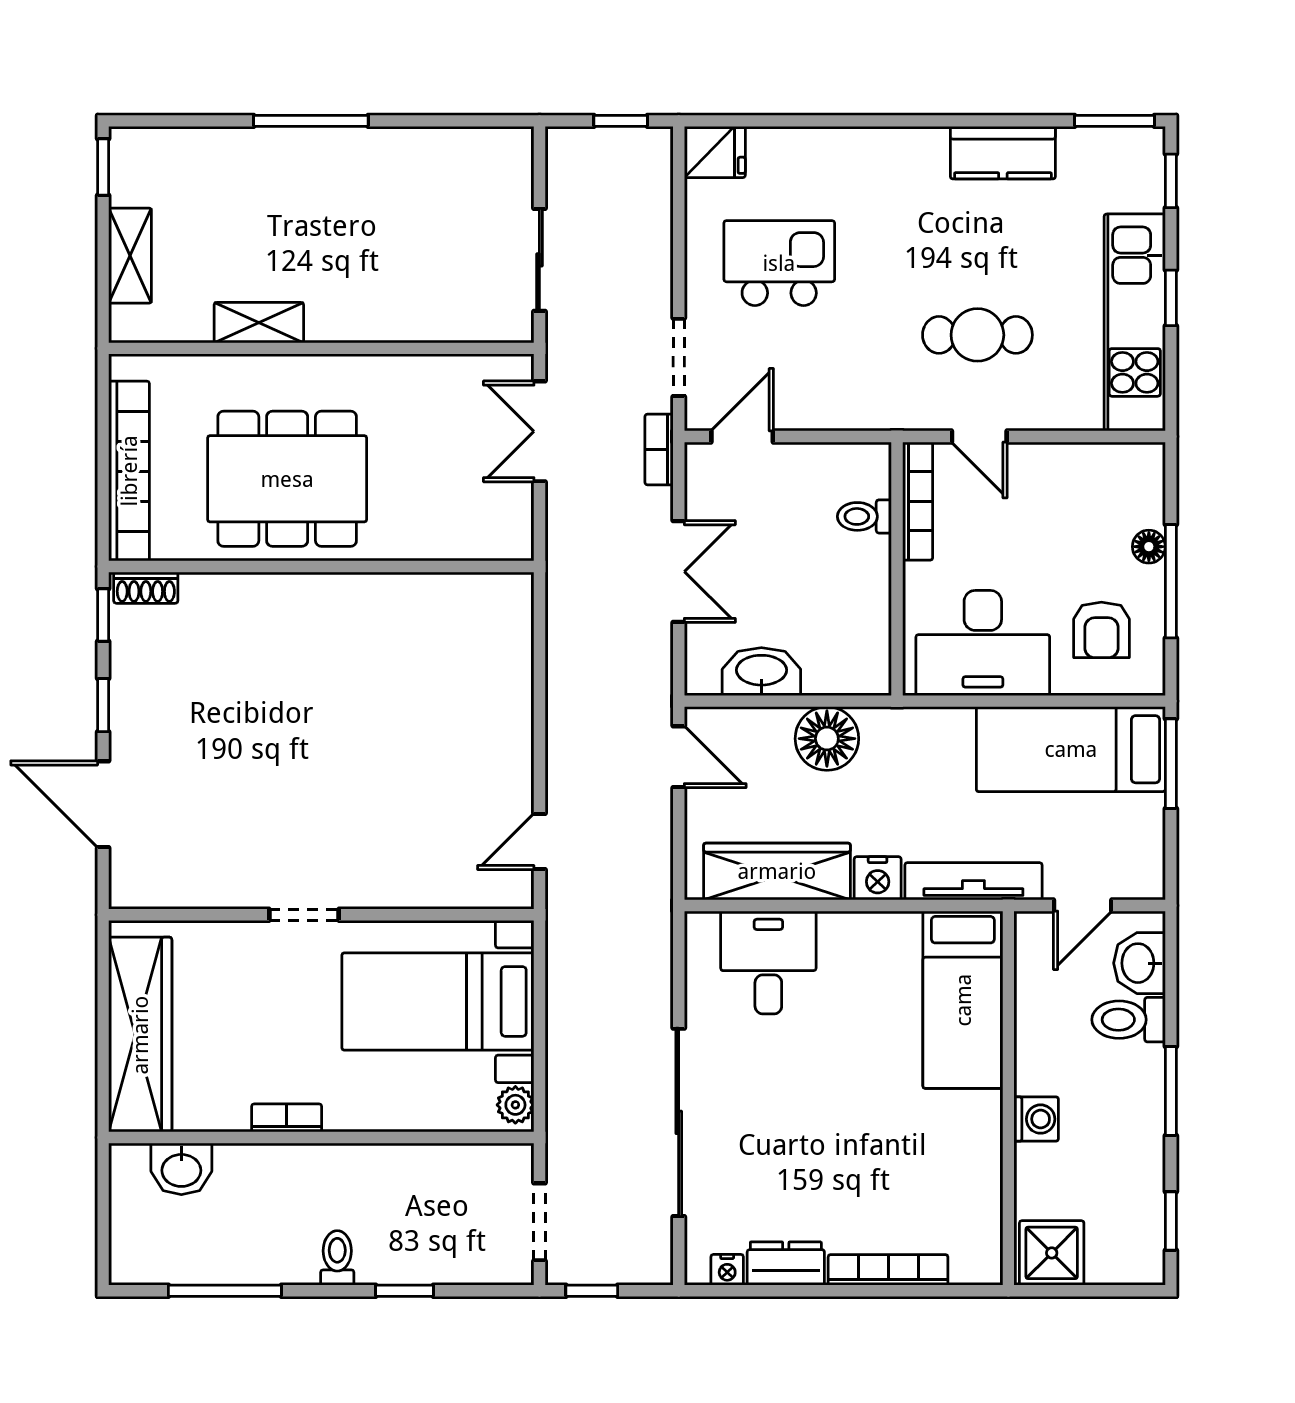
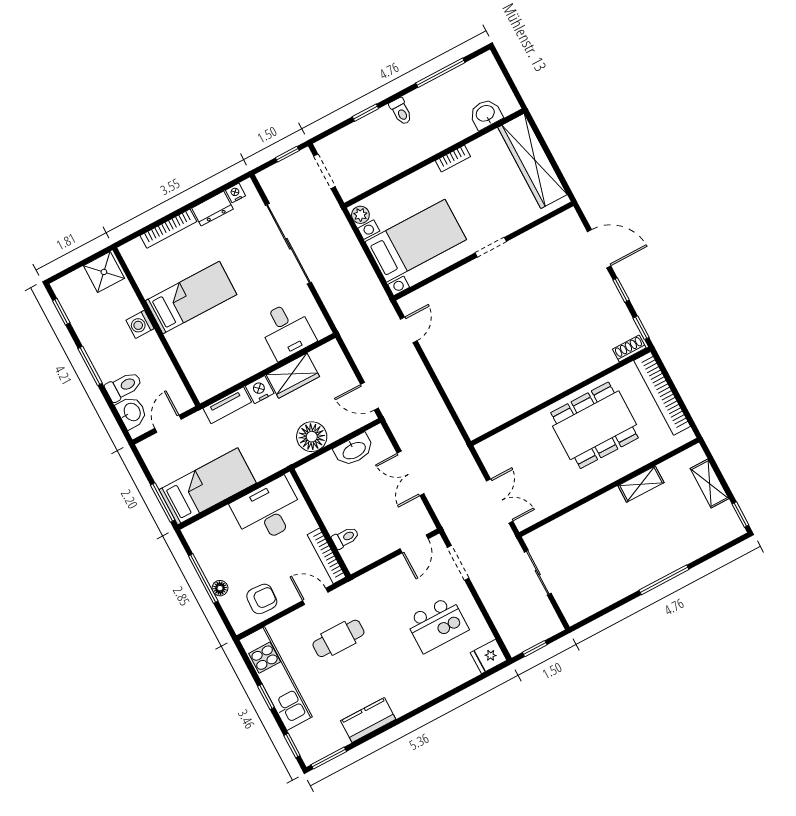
bookcase: (659, 450) -> (446, 520), removed
armchair: (1101, 630) -> (262, 599), moved, turned 93
wardrobe: (777, 871) -> (293, 376), width x0.67
tv unit: (973, 881) -> (227, 405), width x0.71
bed: (963, 1000) -> (191, 298), moved, turned 90

